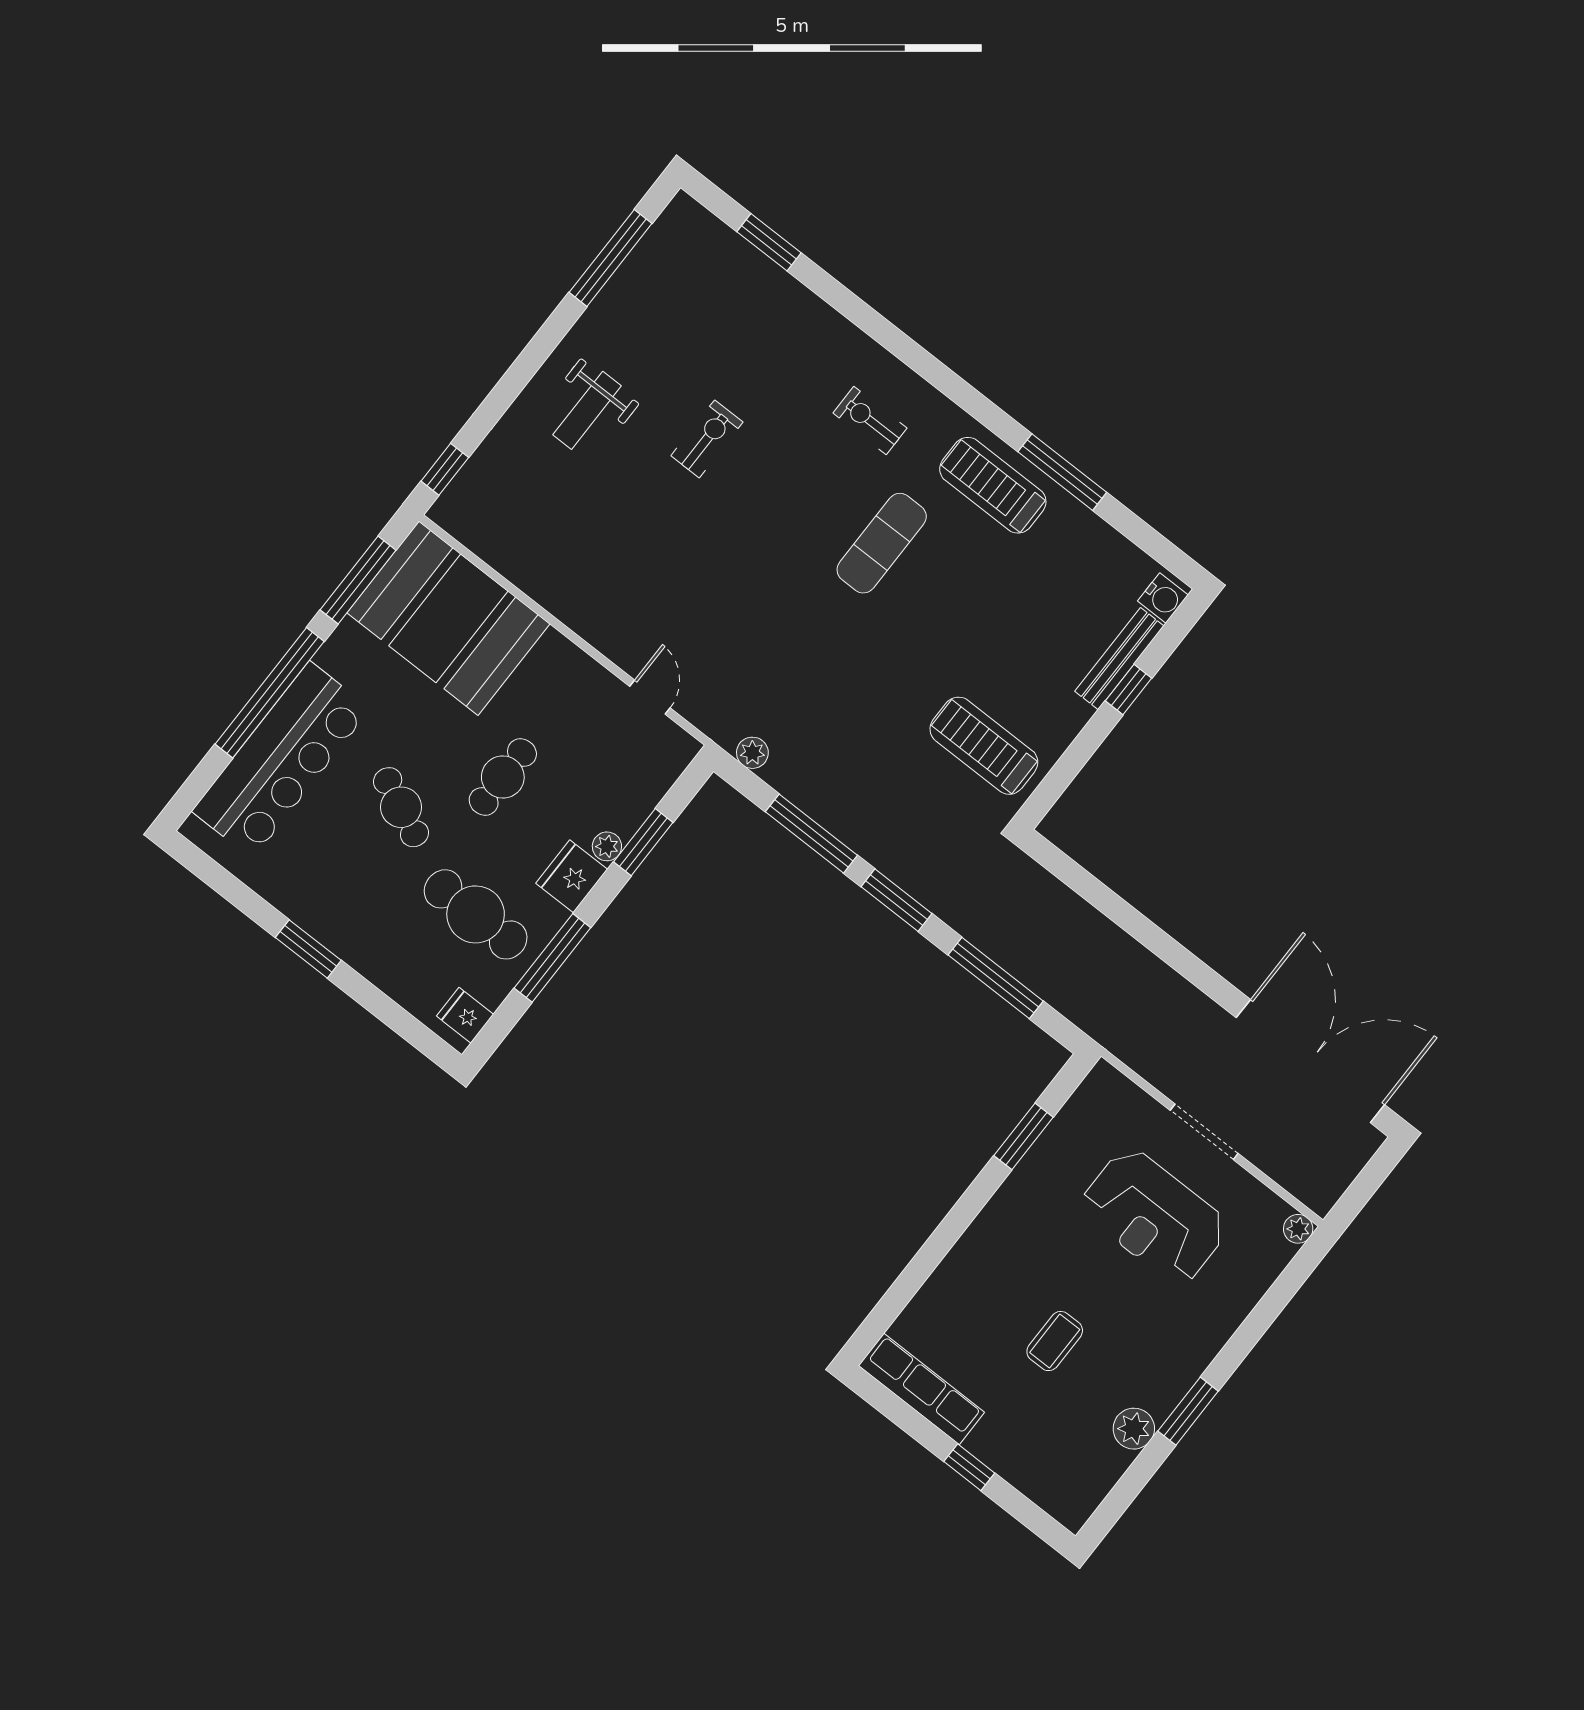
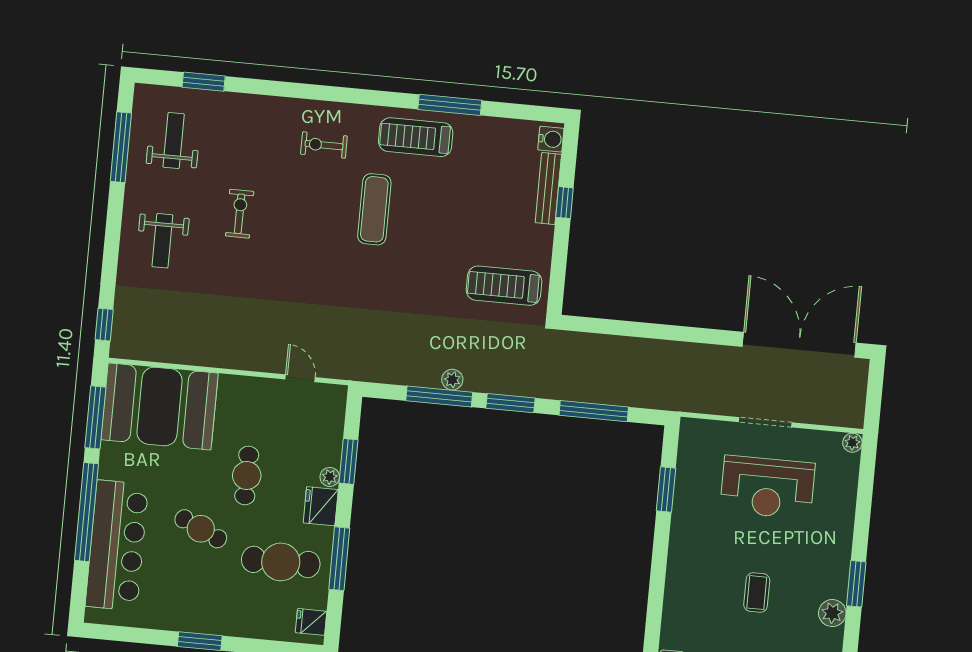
weight bench: (683, 292) -> (174, 140), added
plant: (752, 753) -> (452, 380), moved

